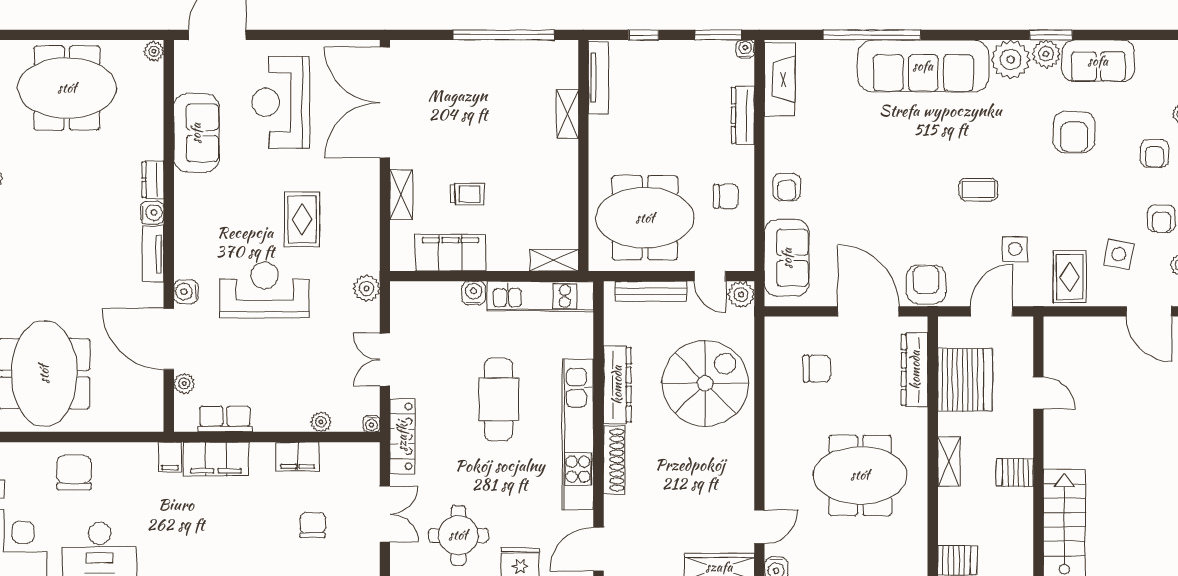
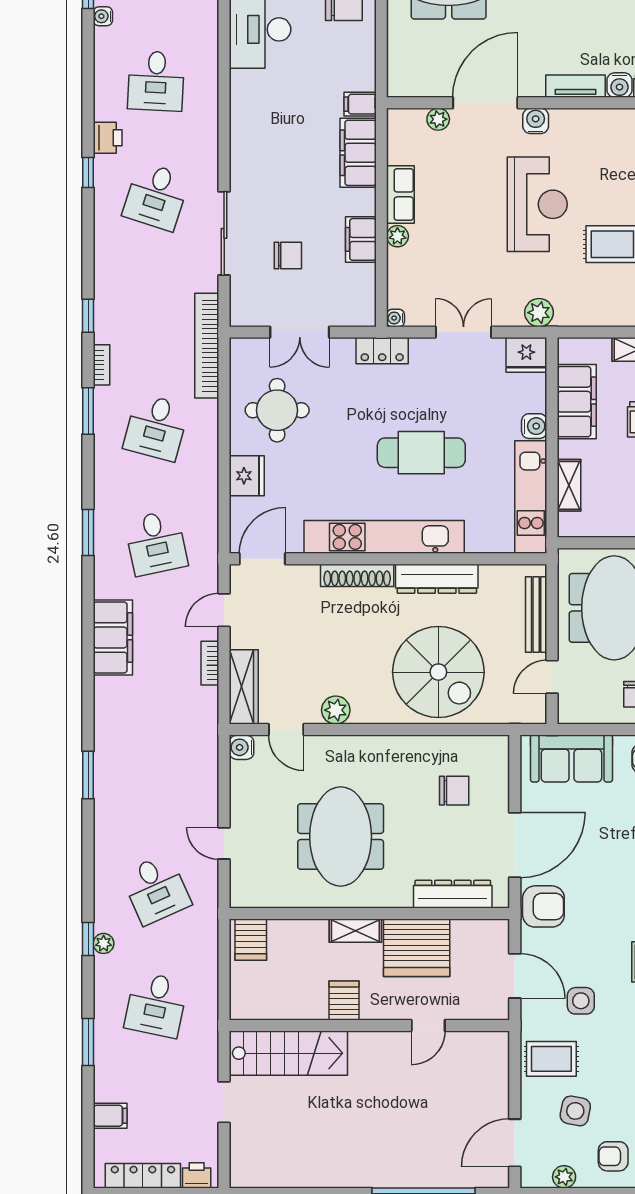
shelving: (554, 260) -> (569, 485), moved
plant: (741, 295) -> (336, 710), moved
fridge: (406, 300) -> (526, 355), added
chair: (817, 369) -> (454, 791), turned -90
server rack: (965, 380) -> (417, 948), moved
row of seats: (225, 419) -> (400, 194), moved
plant: (321, 422) -> (397, 236), moved
locker: (402, 436) -> (382, 351), width x0.66
door: (599, 549) -> (262, 559), hinge flipped

